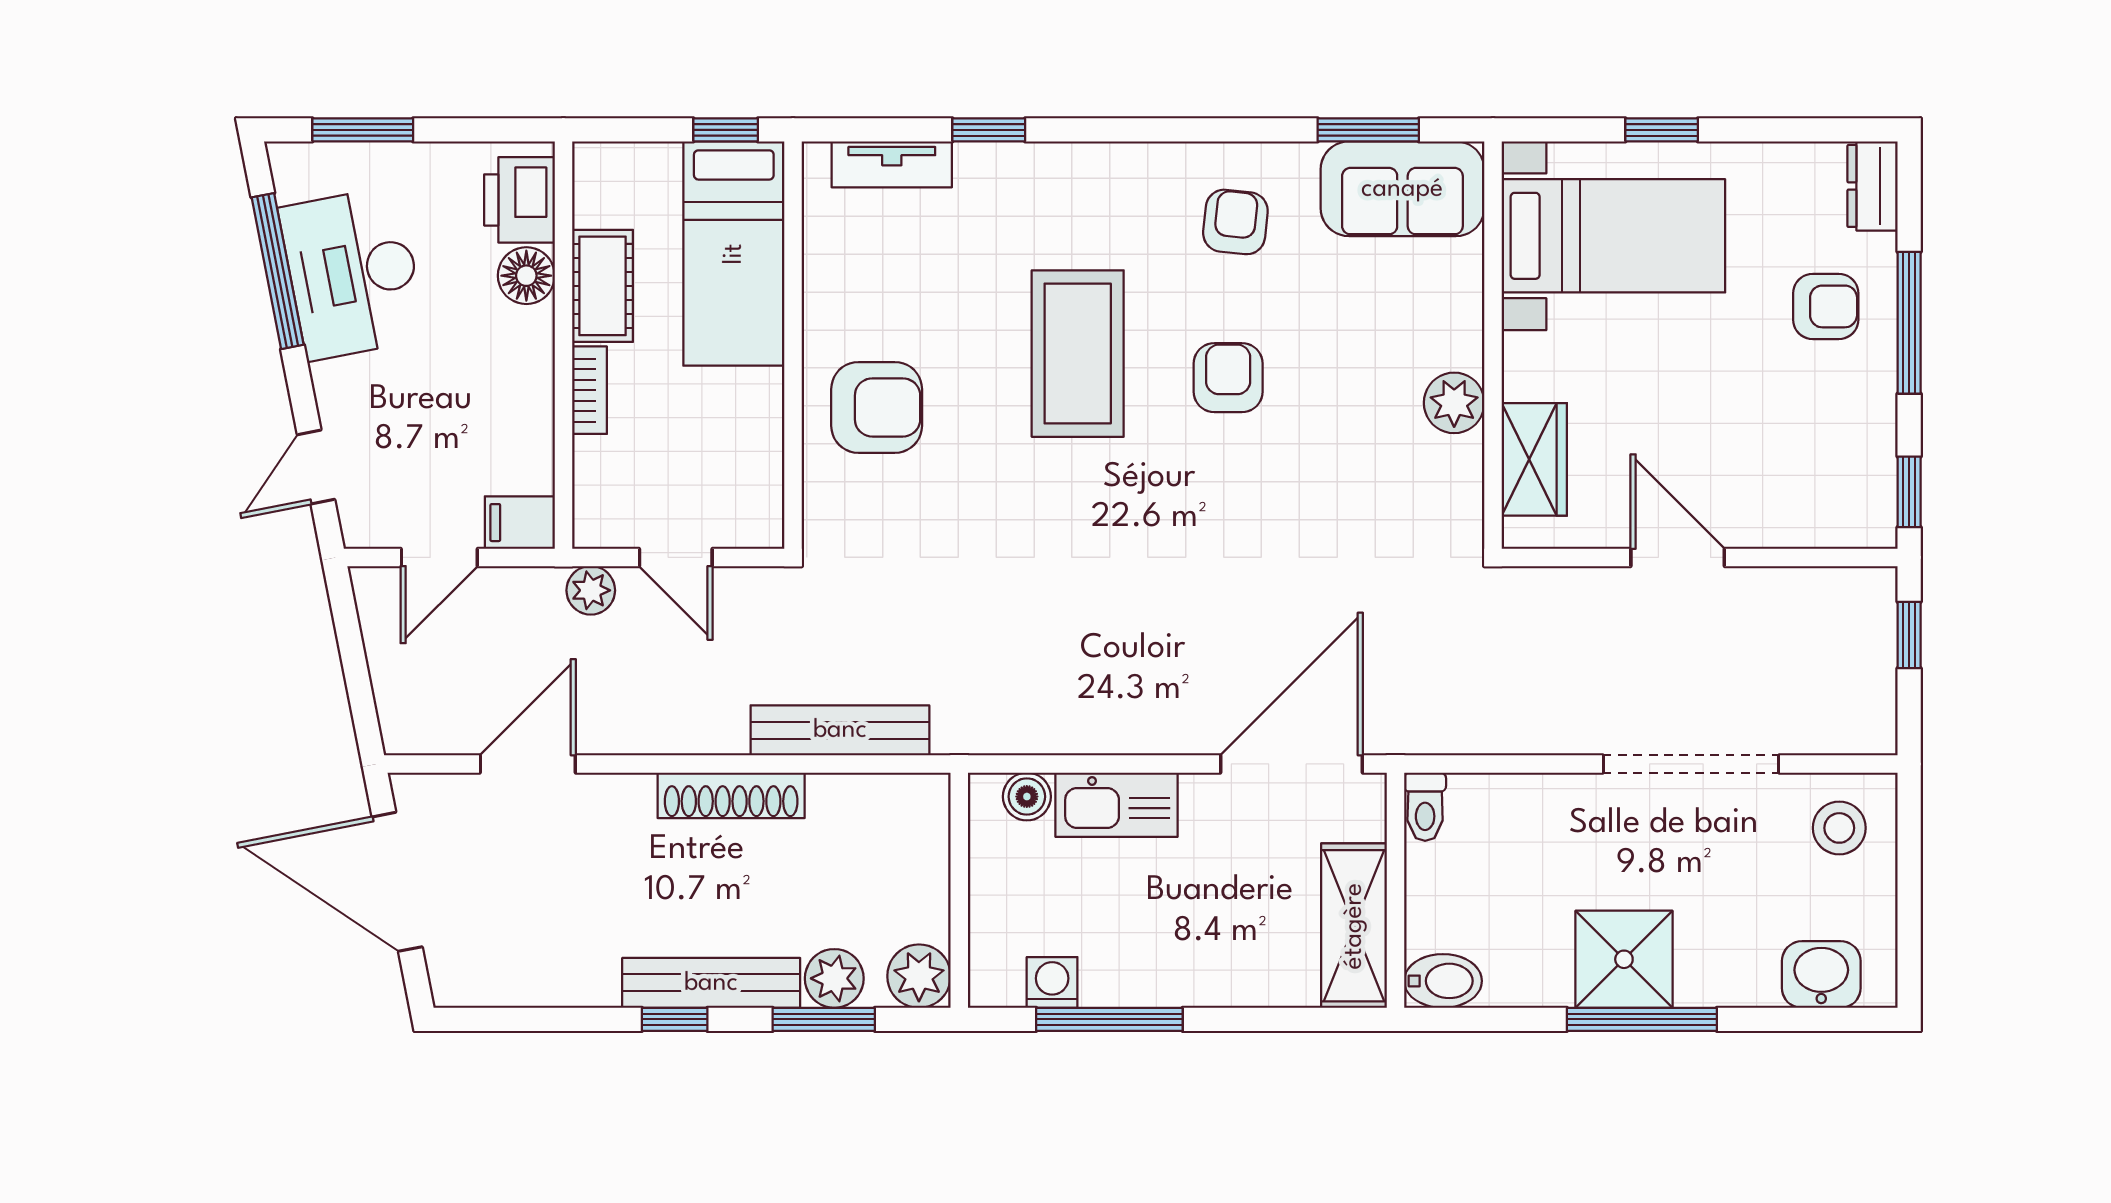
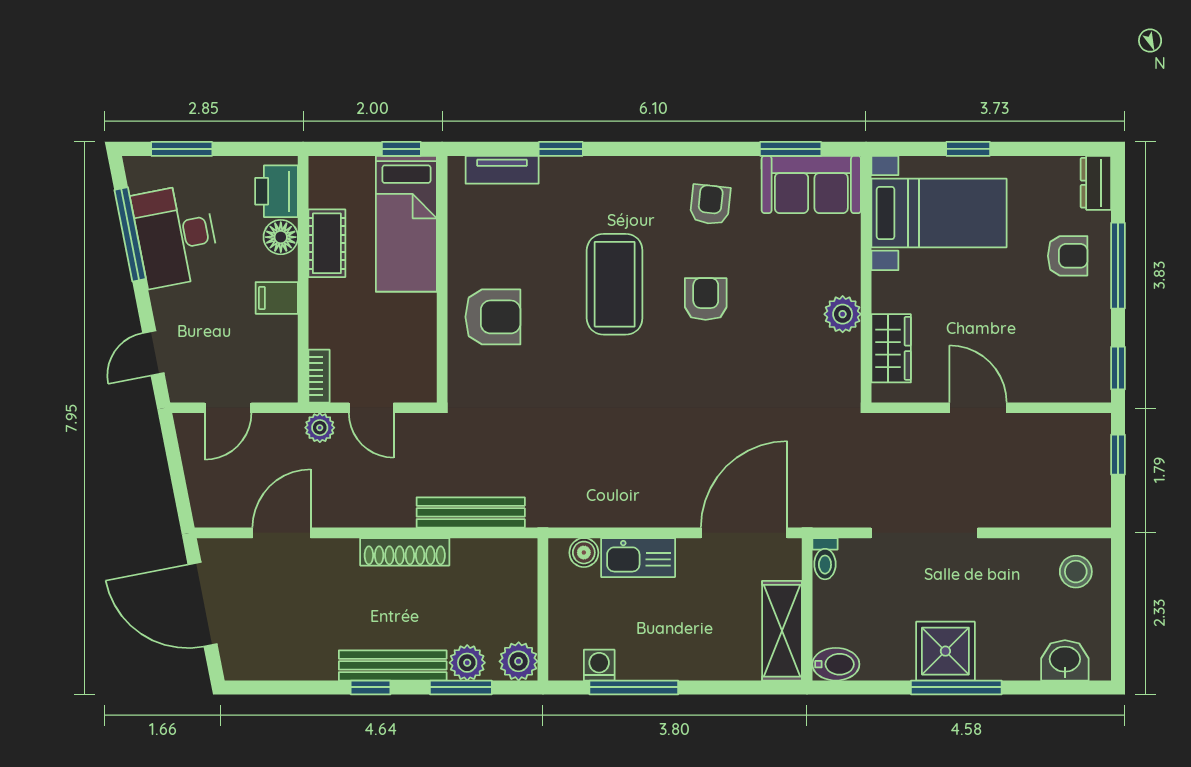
bookcase: (589, 390) -> (319, 376), moved
filing cabinet: (520, 523) -> (277, 298), moved
doorway: (1691, 764) -> (924, 533), moved

